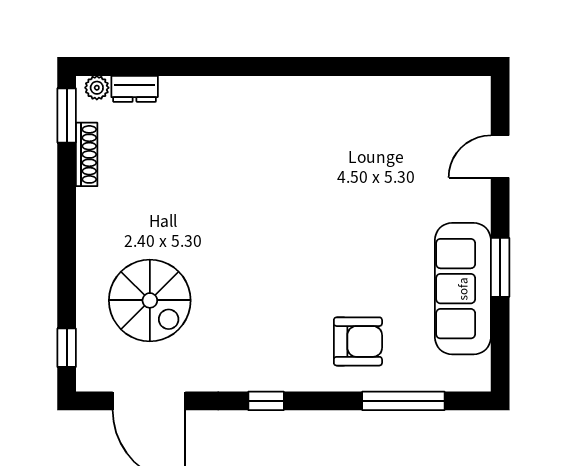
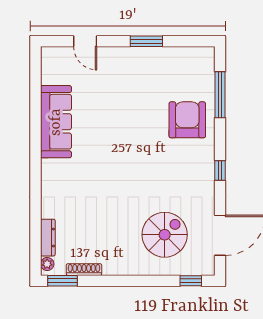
dresser: (135, 89) -> (48, 238), width x1.44
sofa: (463, 289) -> (56, 122), moved, turned -90
armchair: (358, 341) -> (187, 120), width x1.36, depth x1.36

